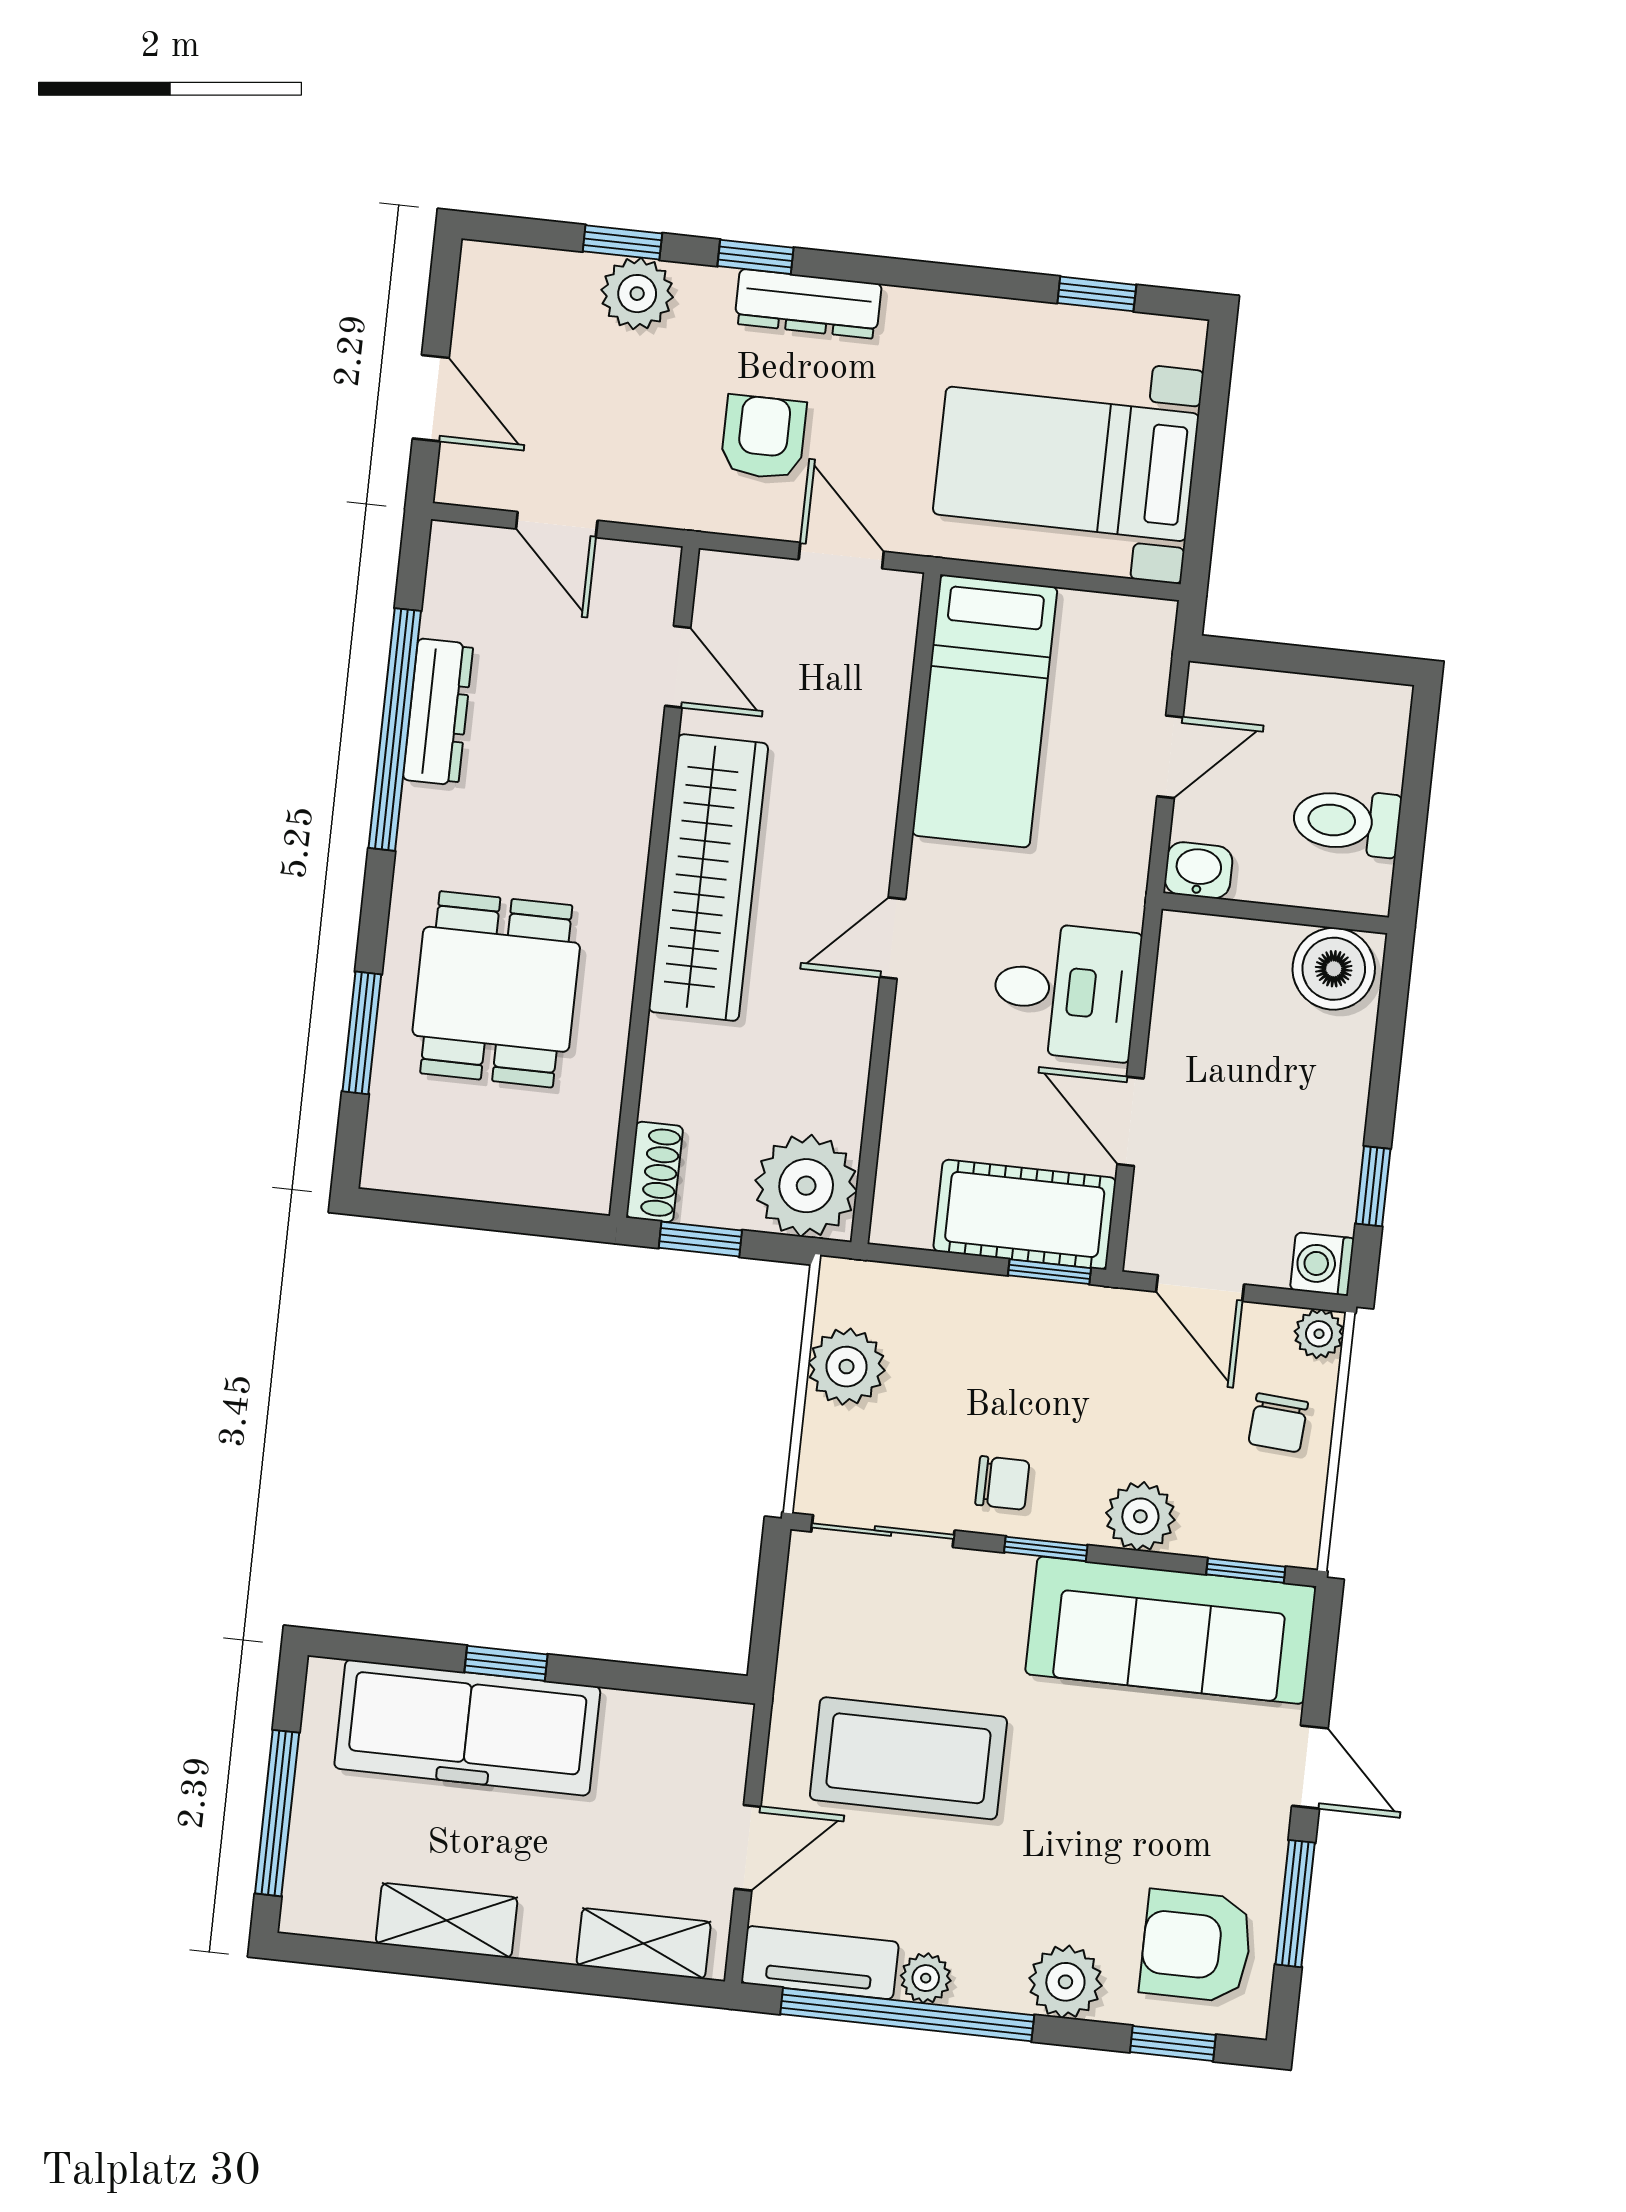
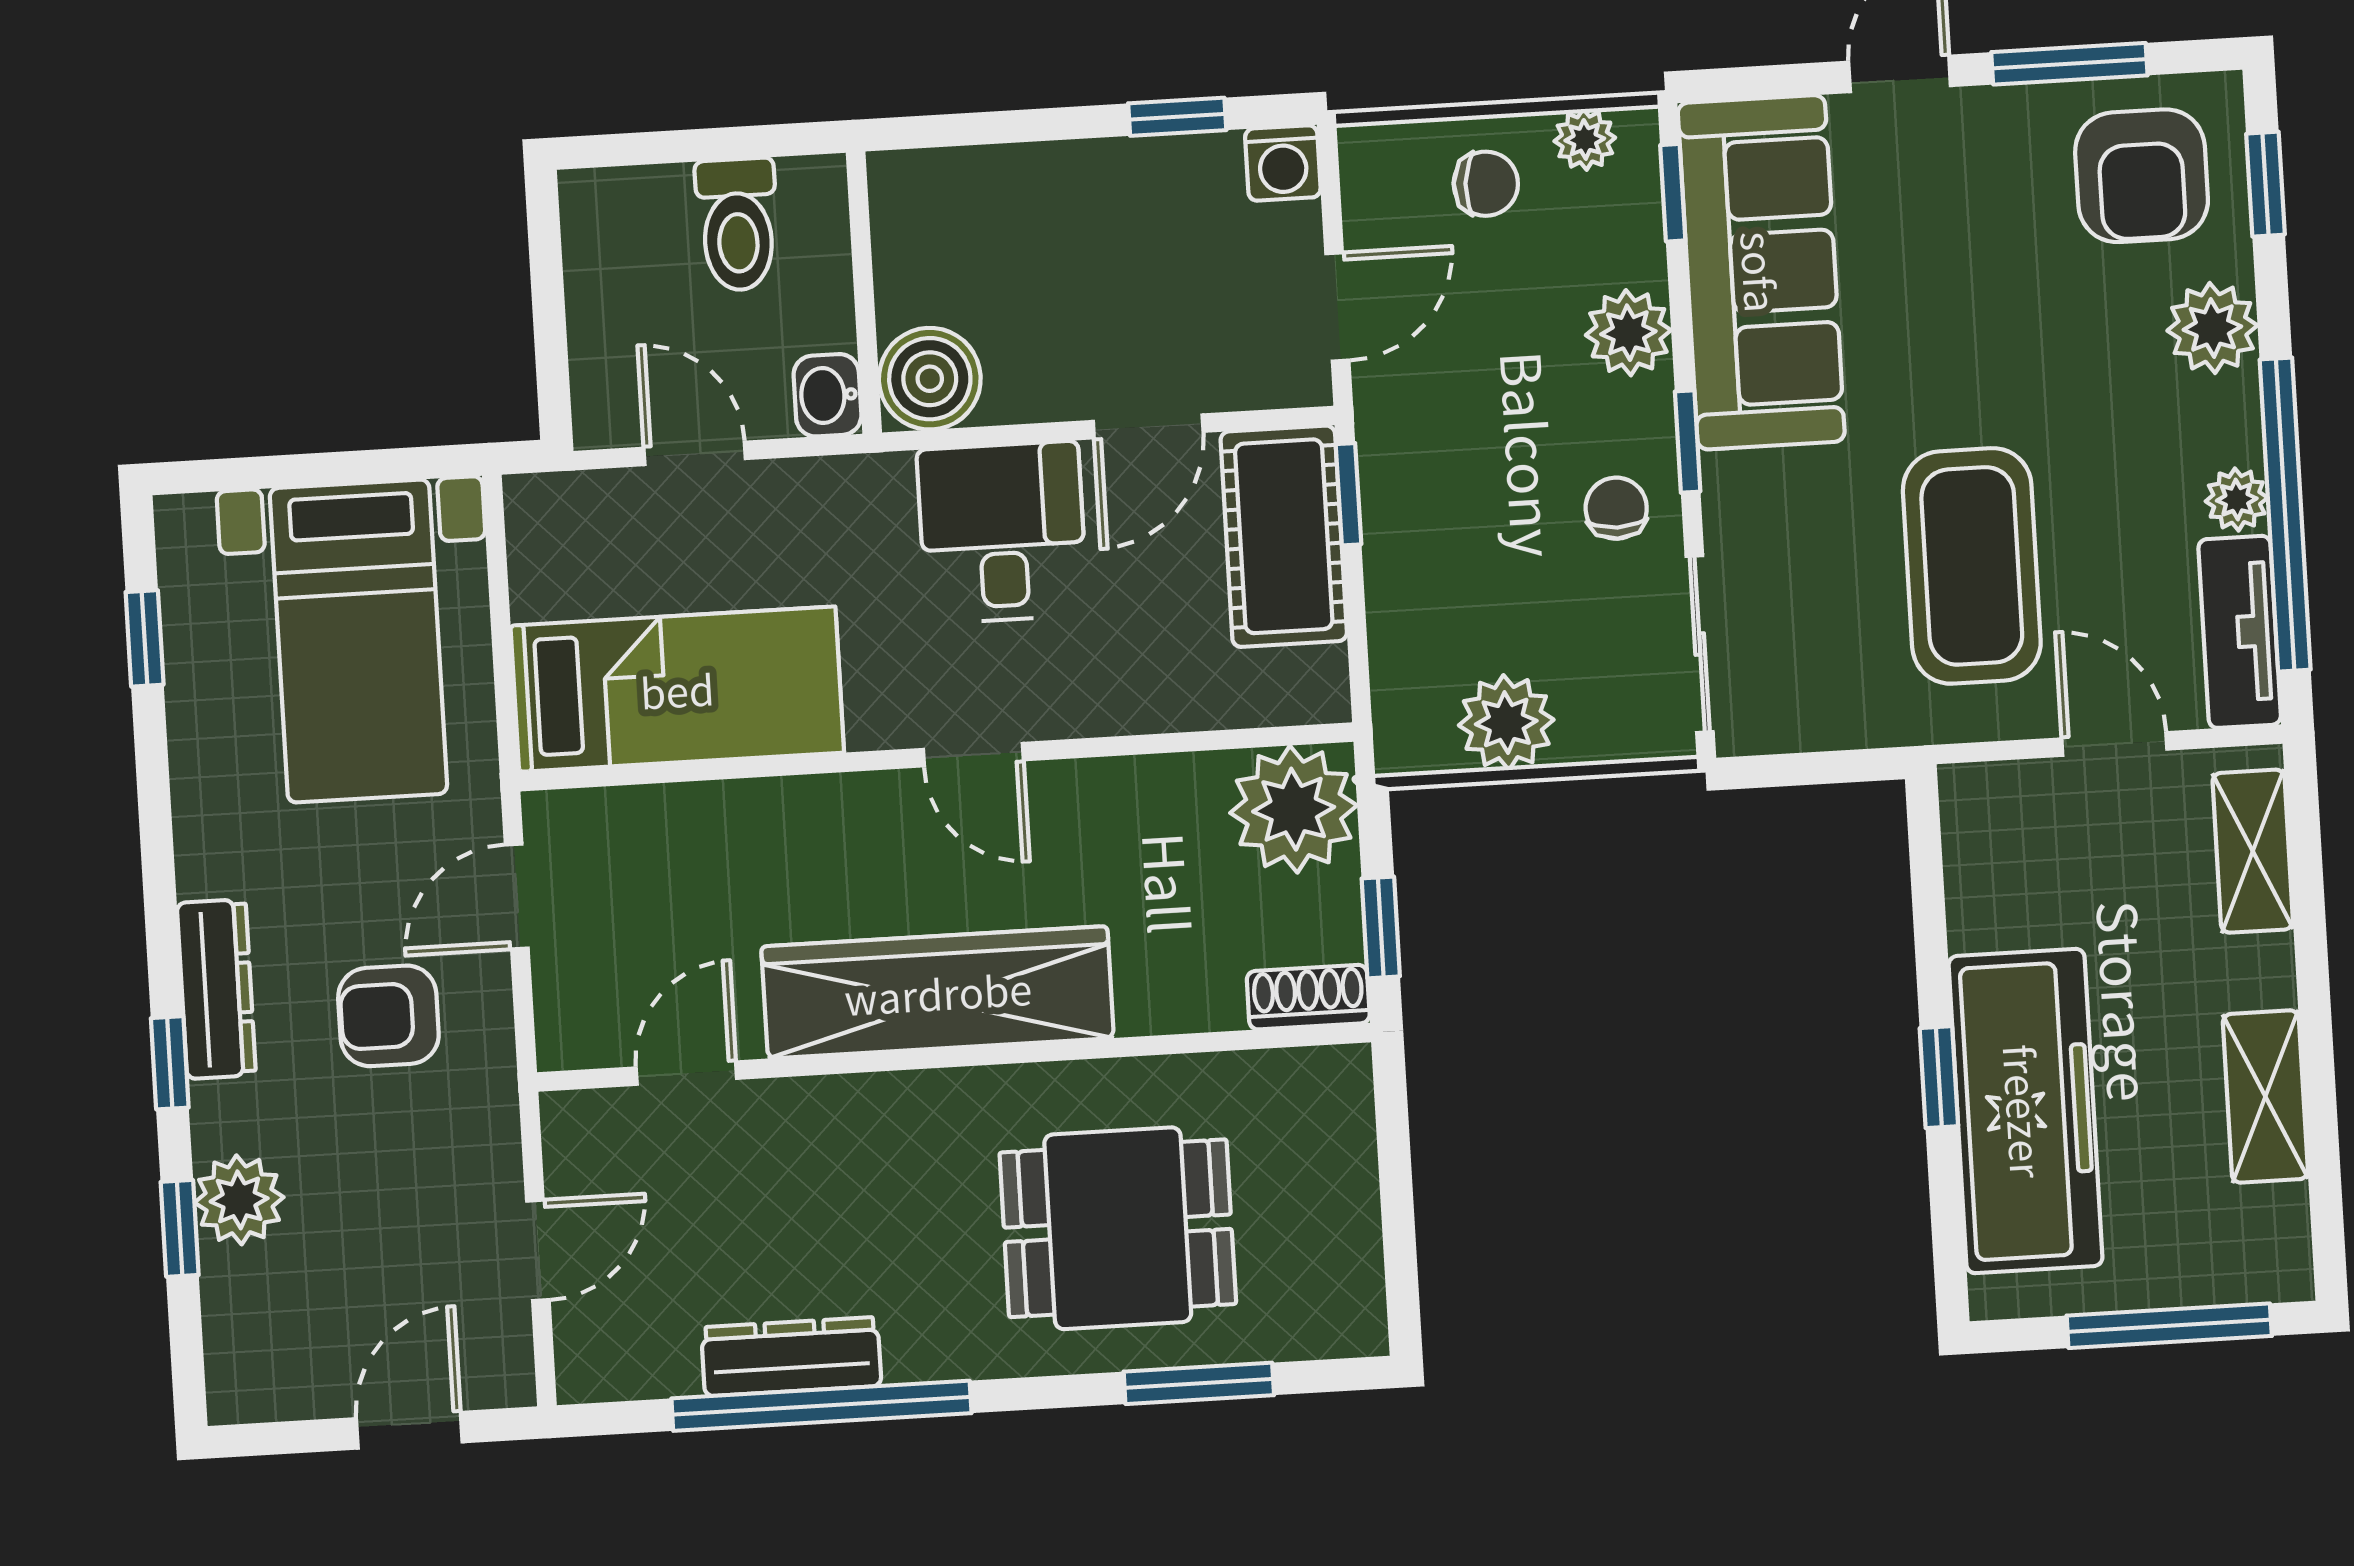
boiler: (1334, 969) -> (930, 379), moved
plant: (1319, 1334) -> (1585, 139), moved

